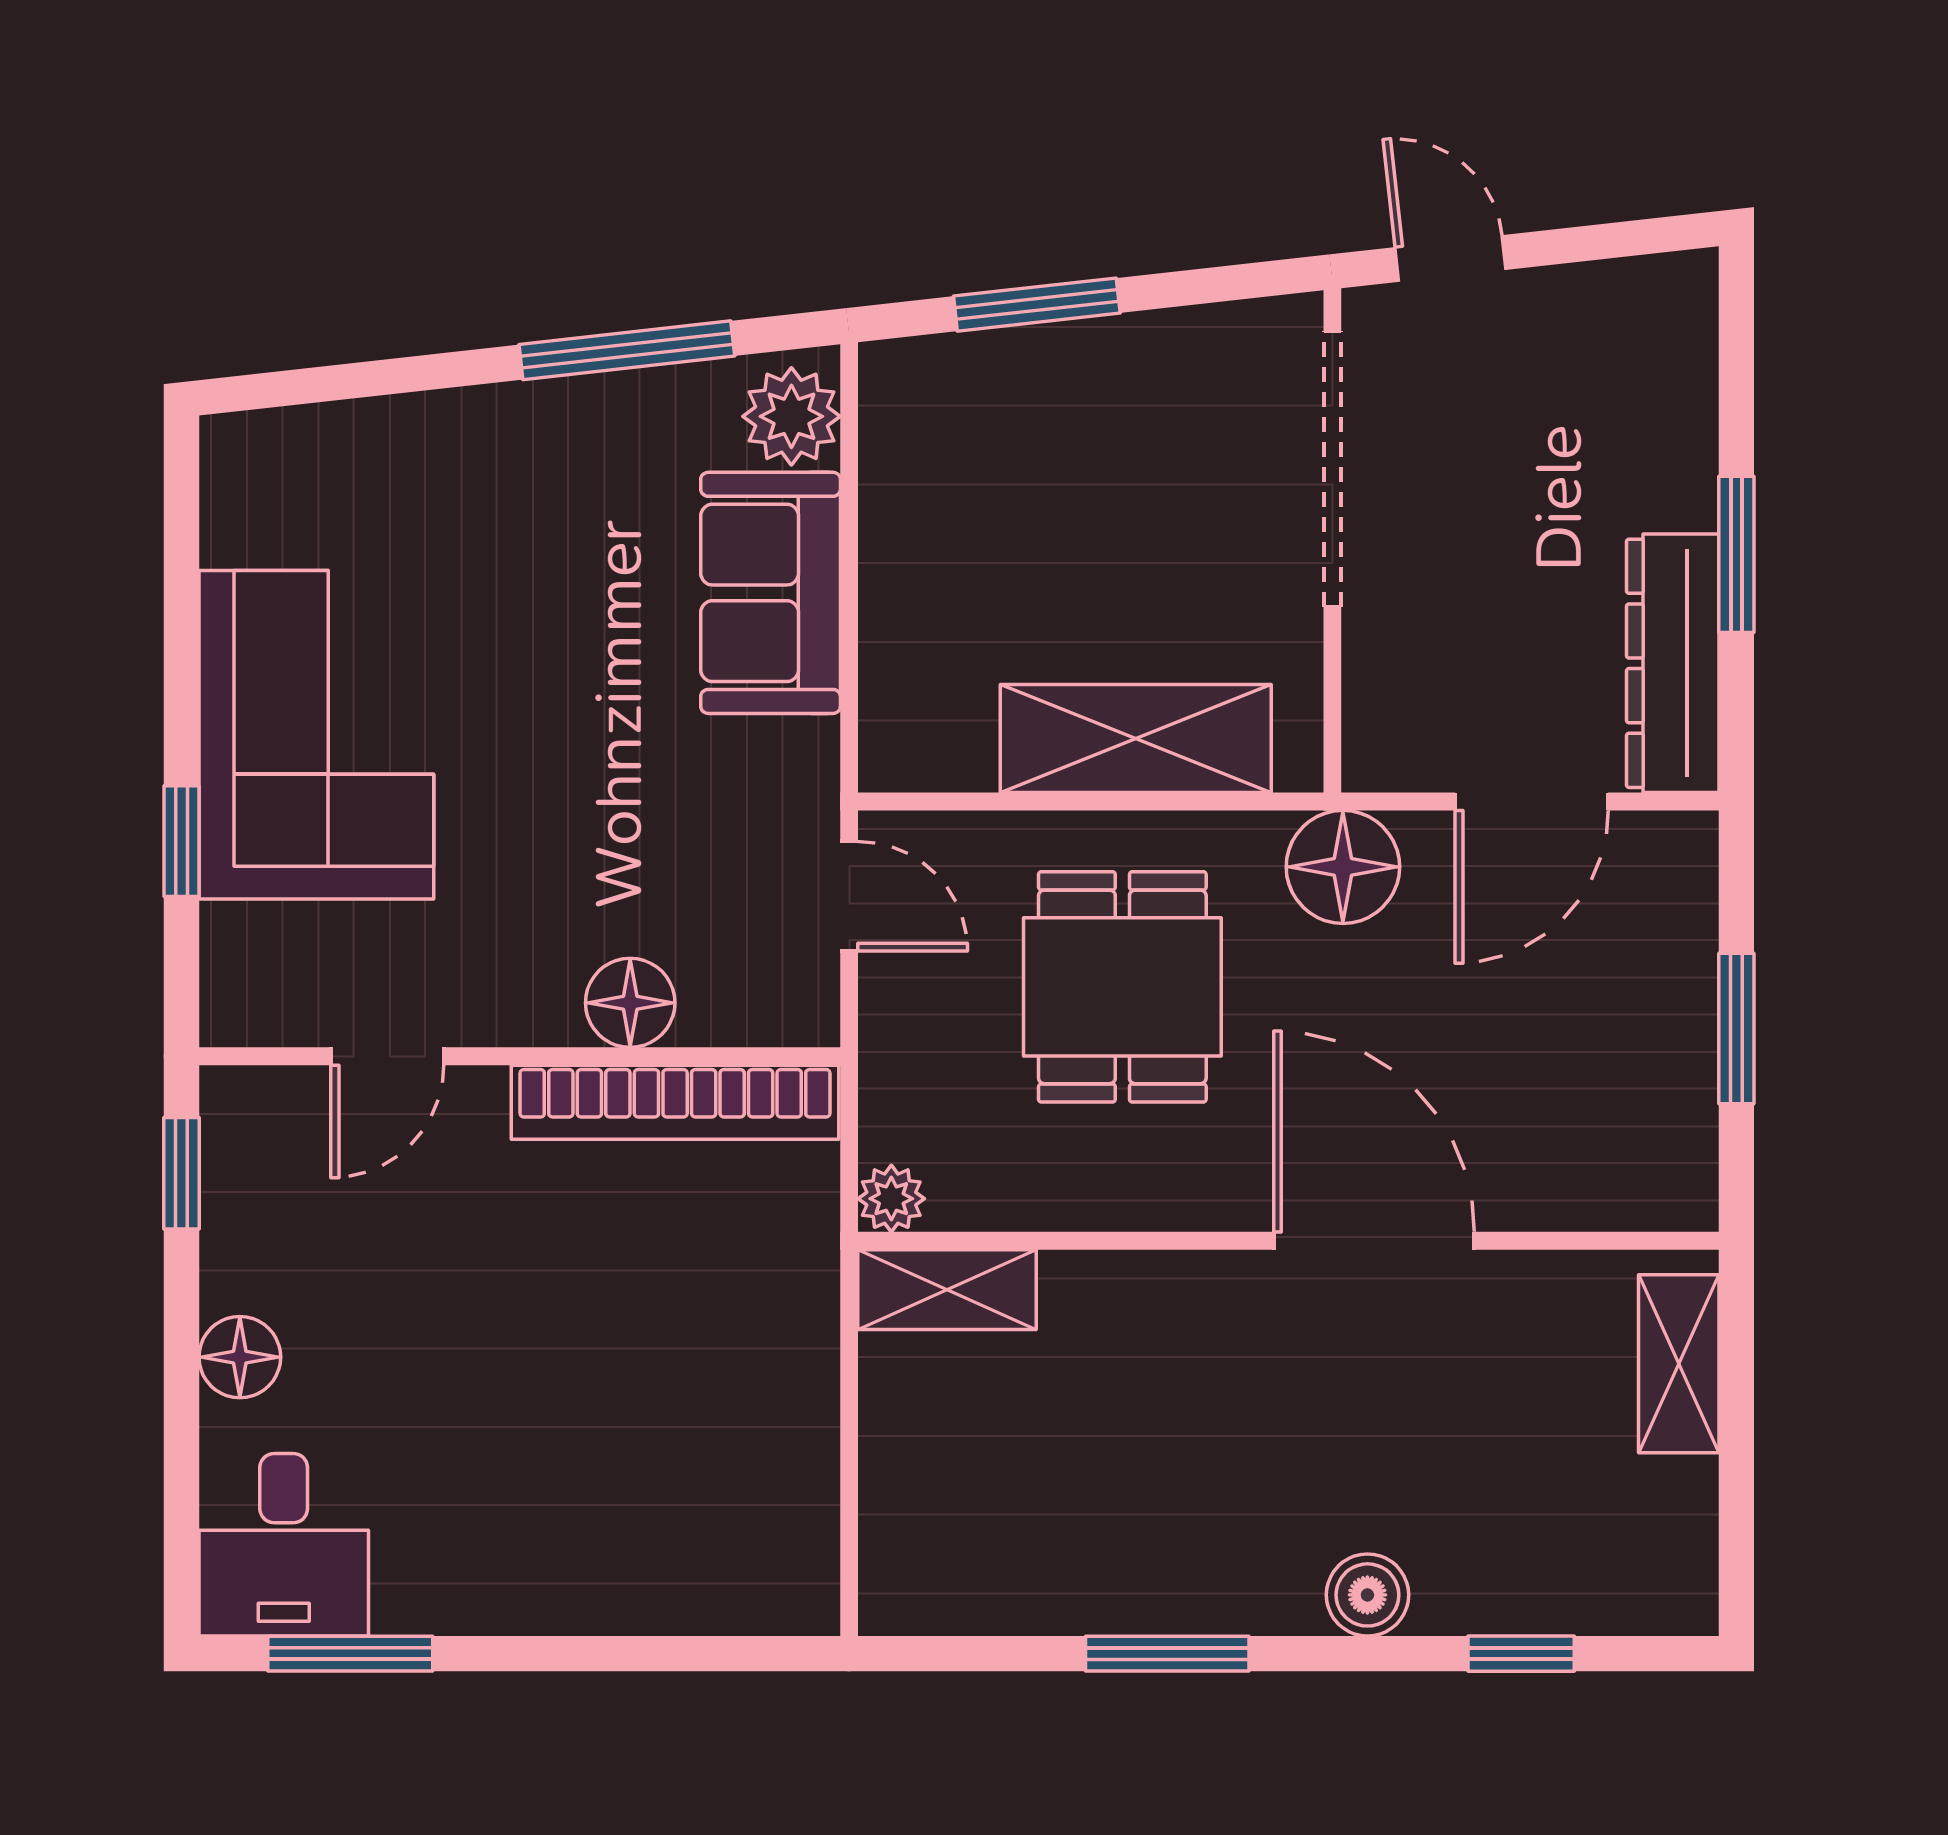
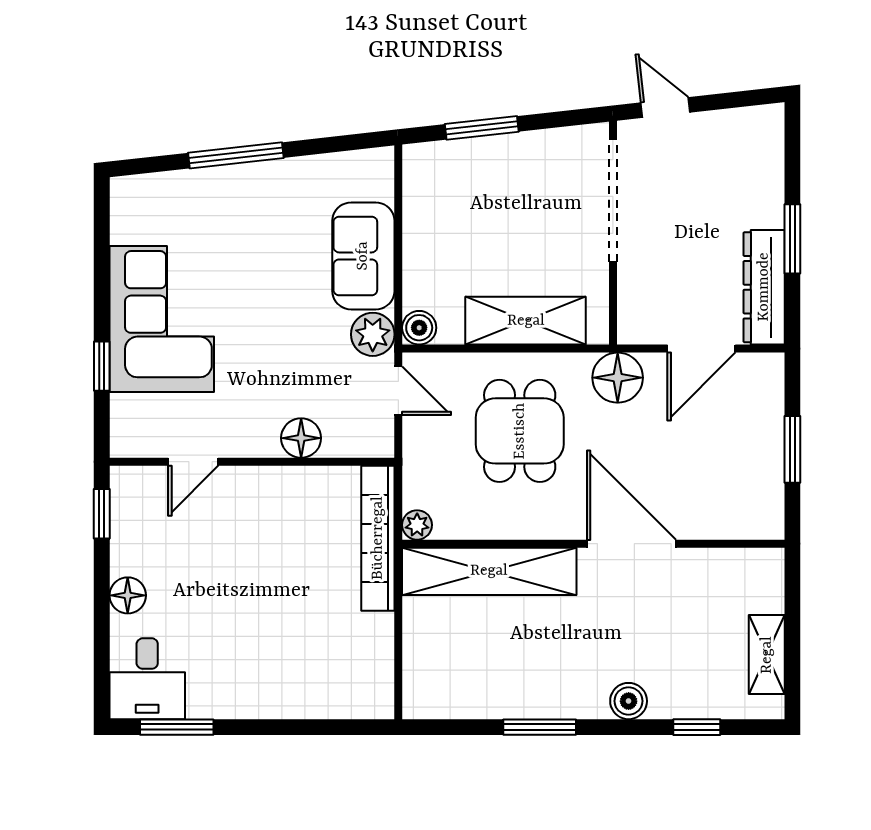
window: (627, 350) -> (236, 155), moved
plant: (791, 416) -> (373, 334), moved
boiler: (896, 755) -> (419, 328), added
bookcase: (675, 1102) -> (378, 538), moved, turned 90
shelving: (947, 1290) -> (489, 571), width x2.20, depth x1.33
shelving: (1679, 1364) -> (767, 655), moved

